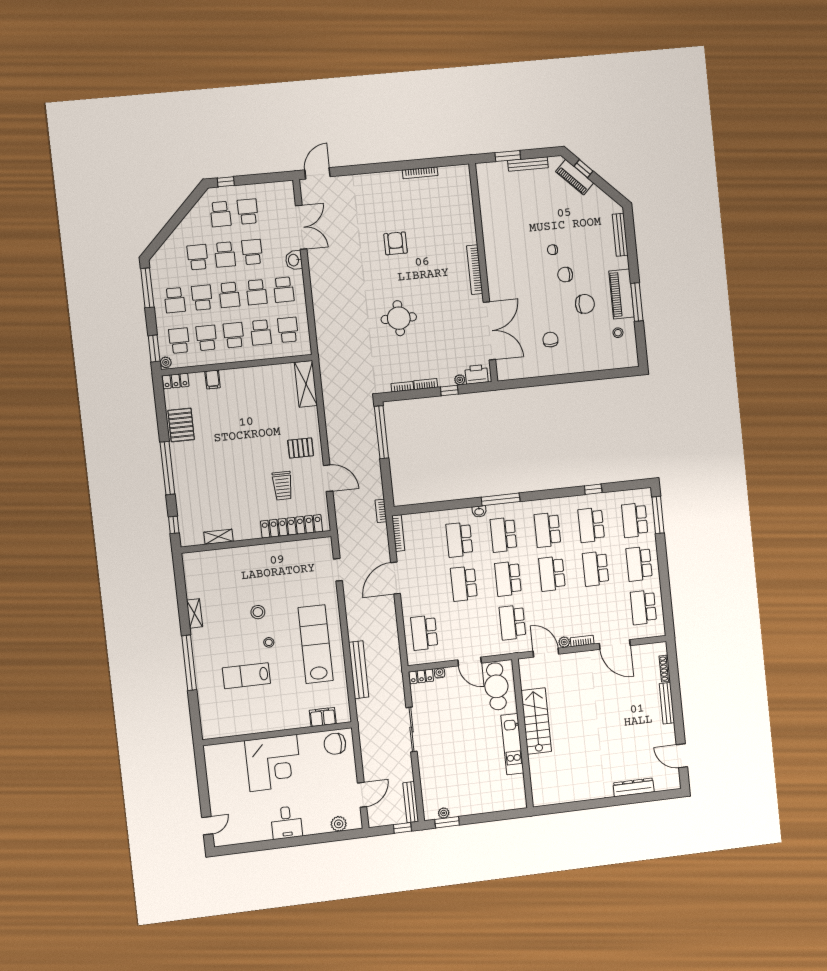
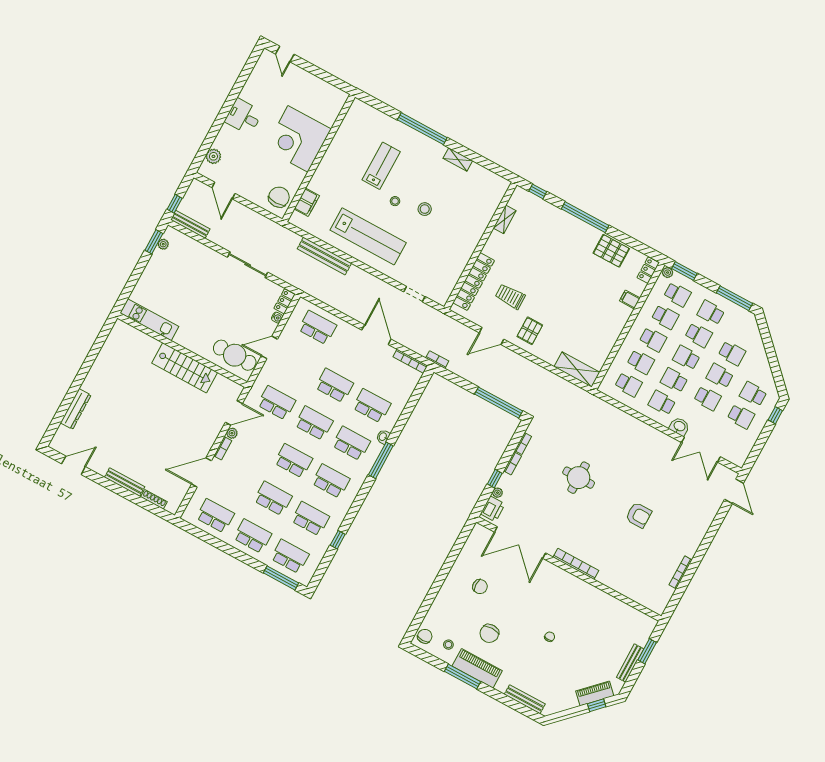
chair: (565, 275) -> (425, 636), moved
school desk: (261, 332) -> (641, 362), turned 180
kitchen unit: (512, 744) -> (149, 320), moved

